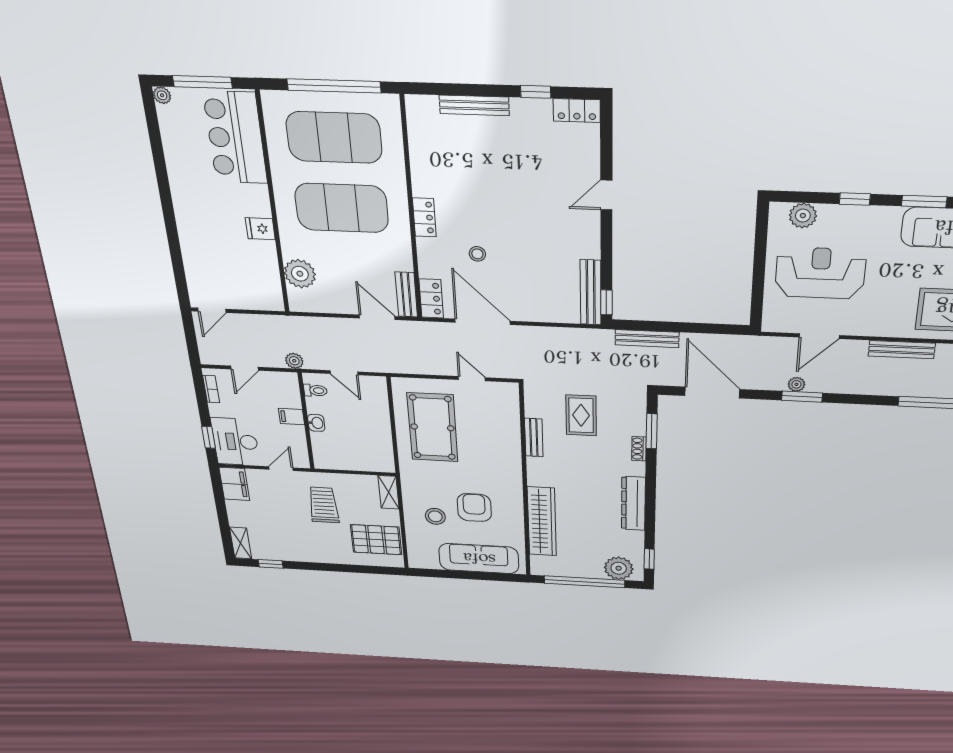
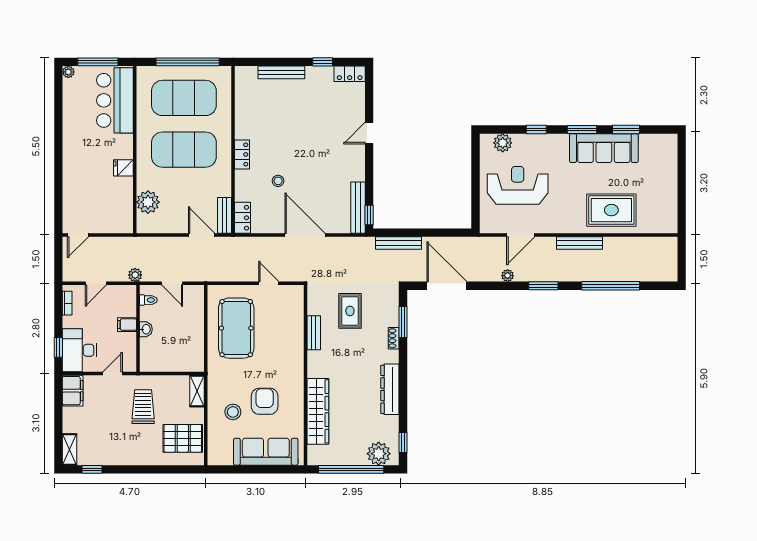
door: (483, 322) -> (305, 235), moved
window: (802, 397) -> (543, 286), moved

